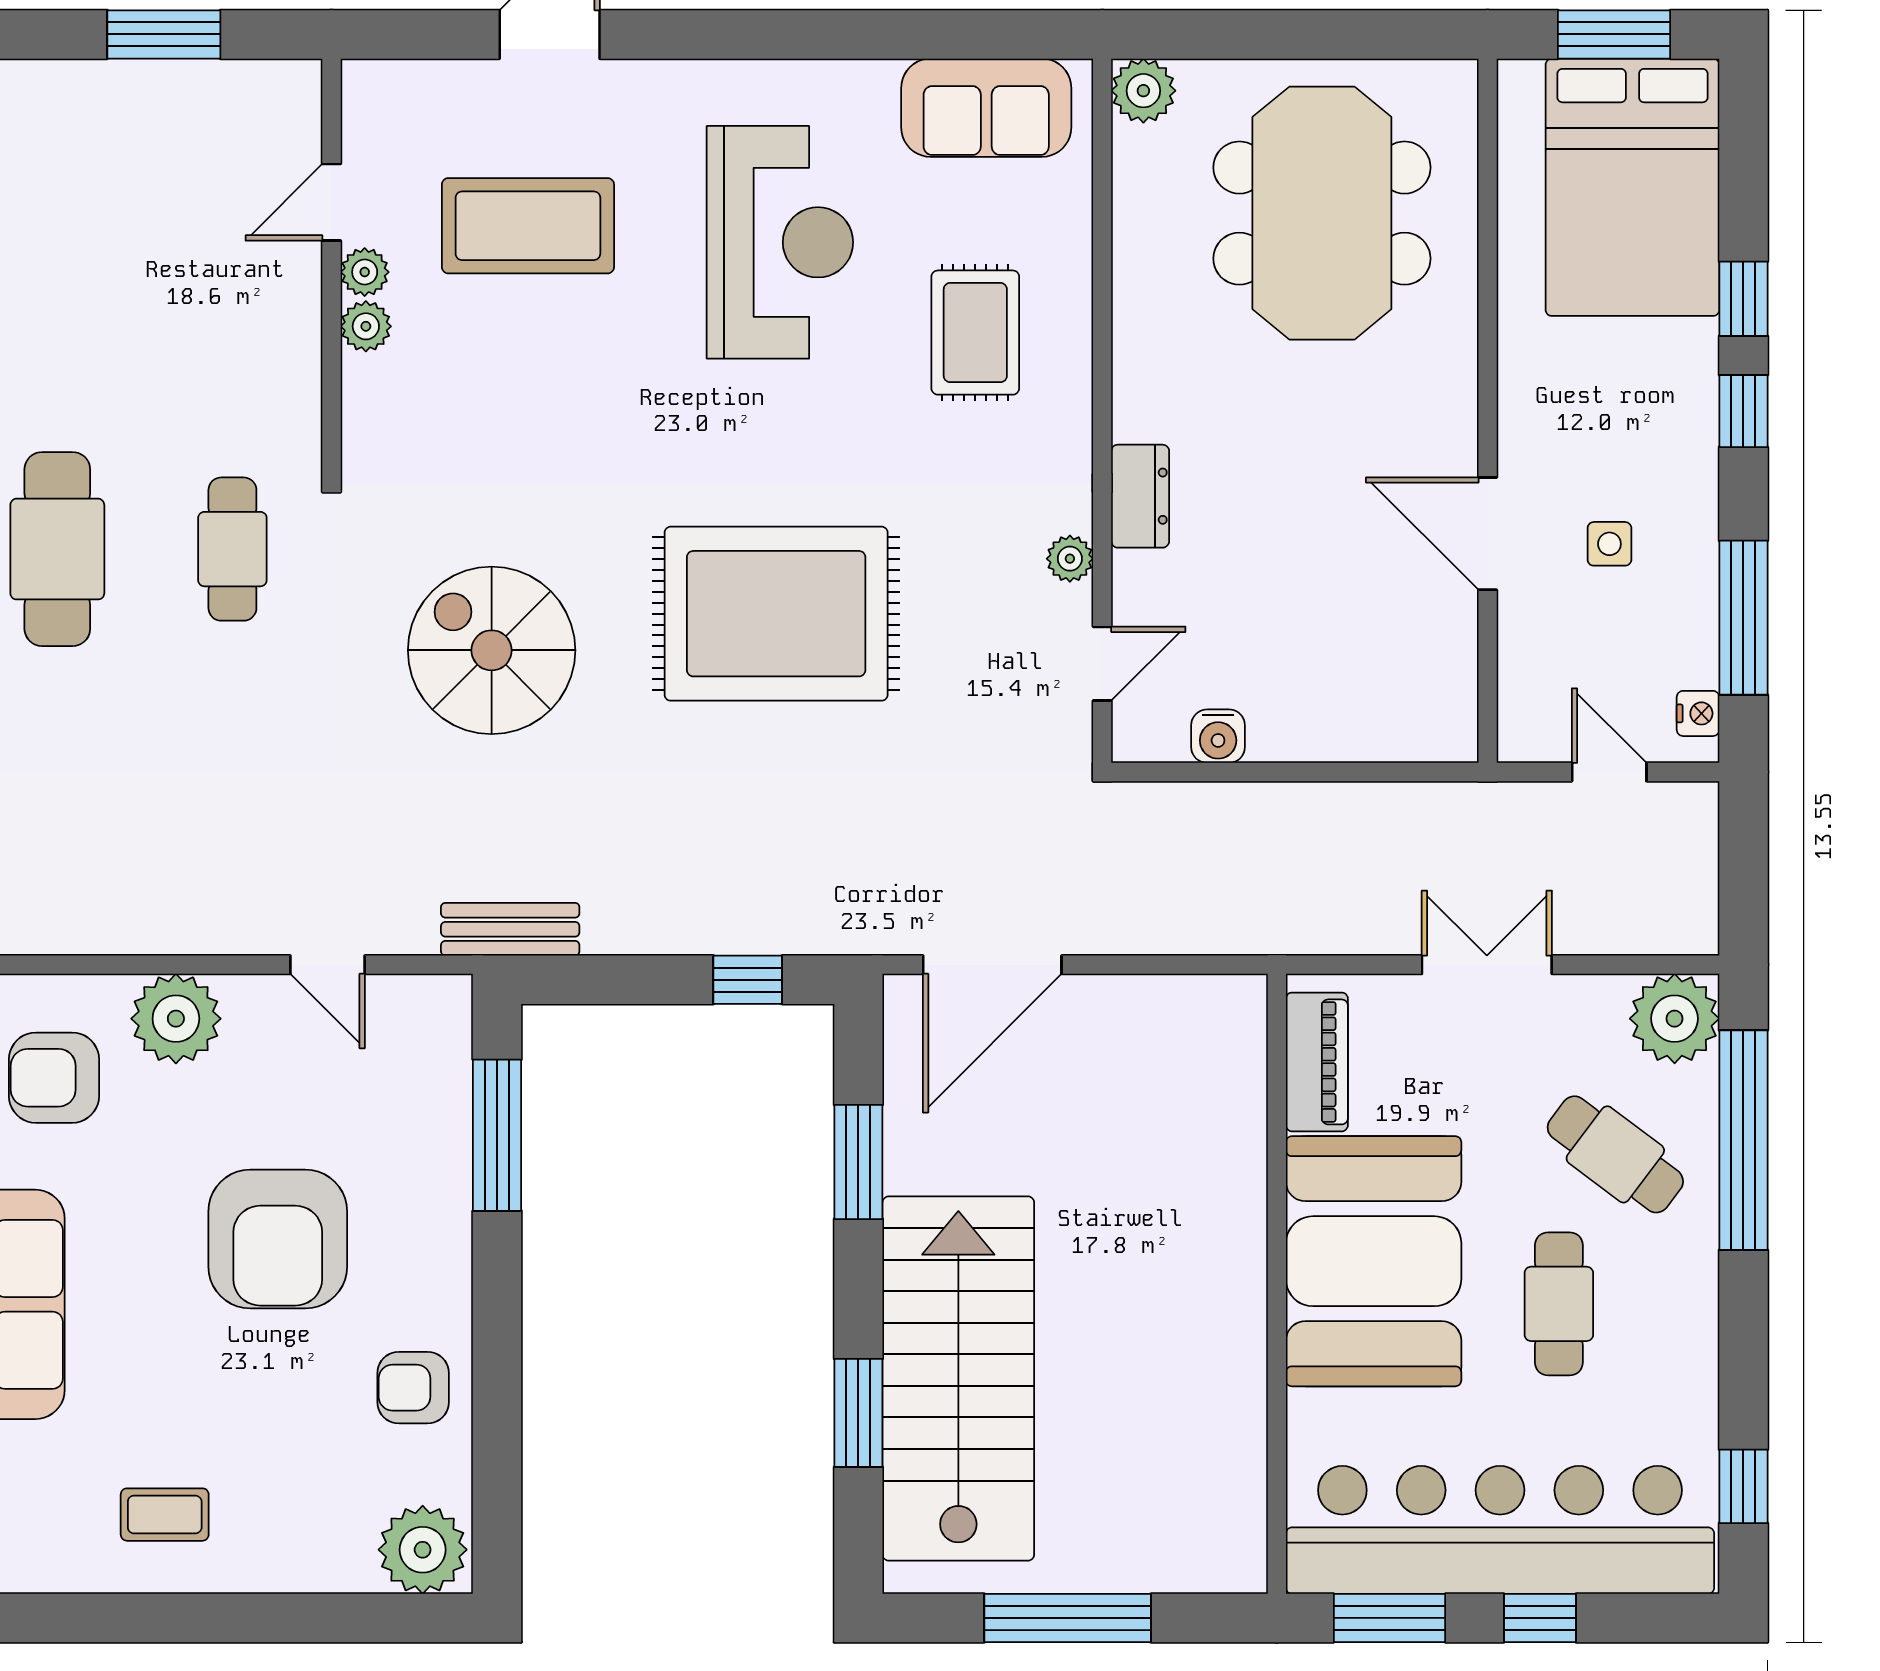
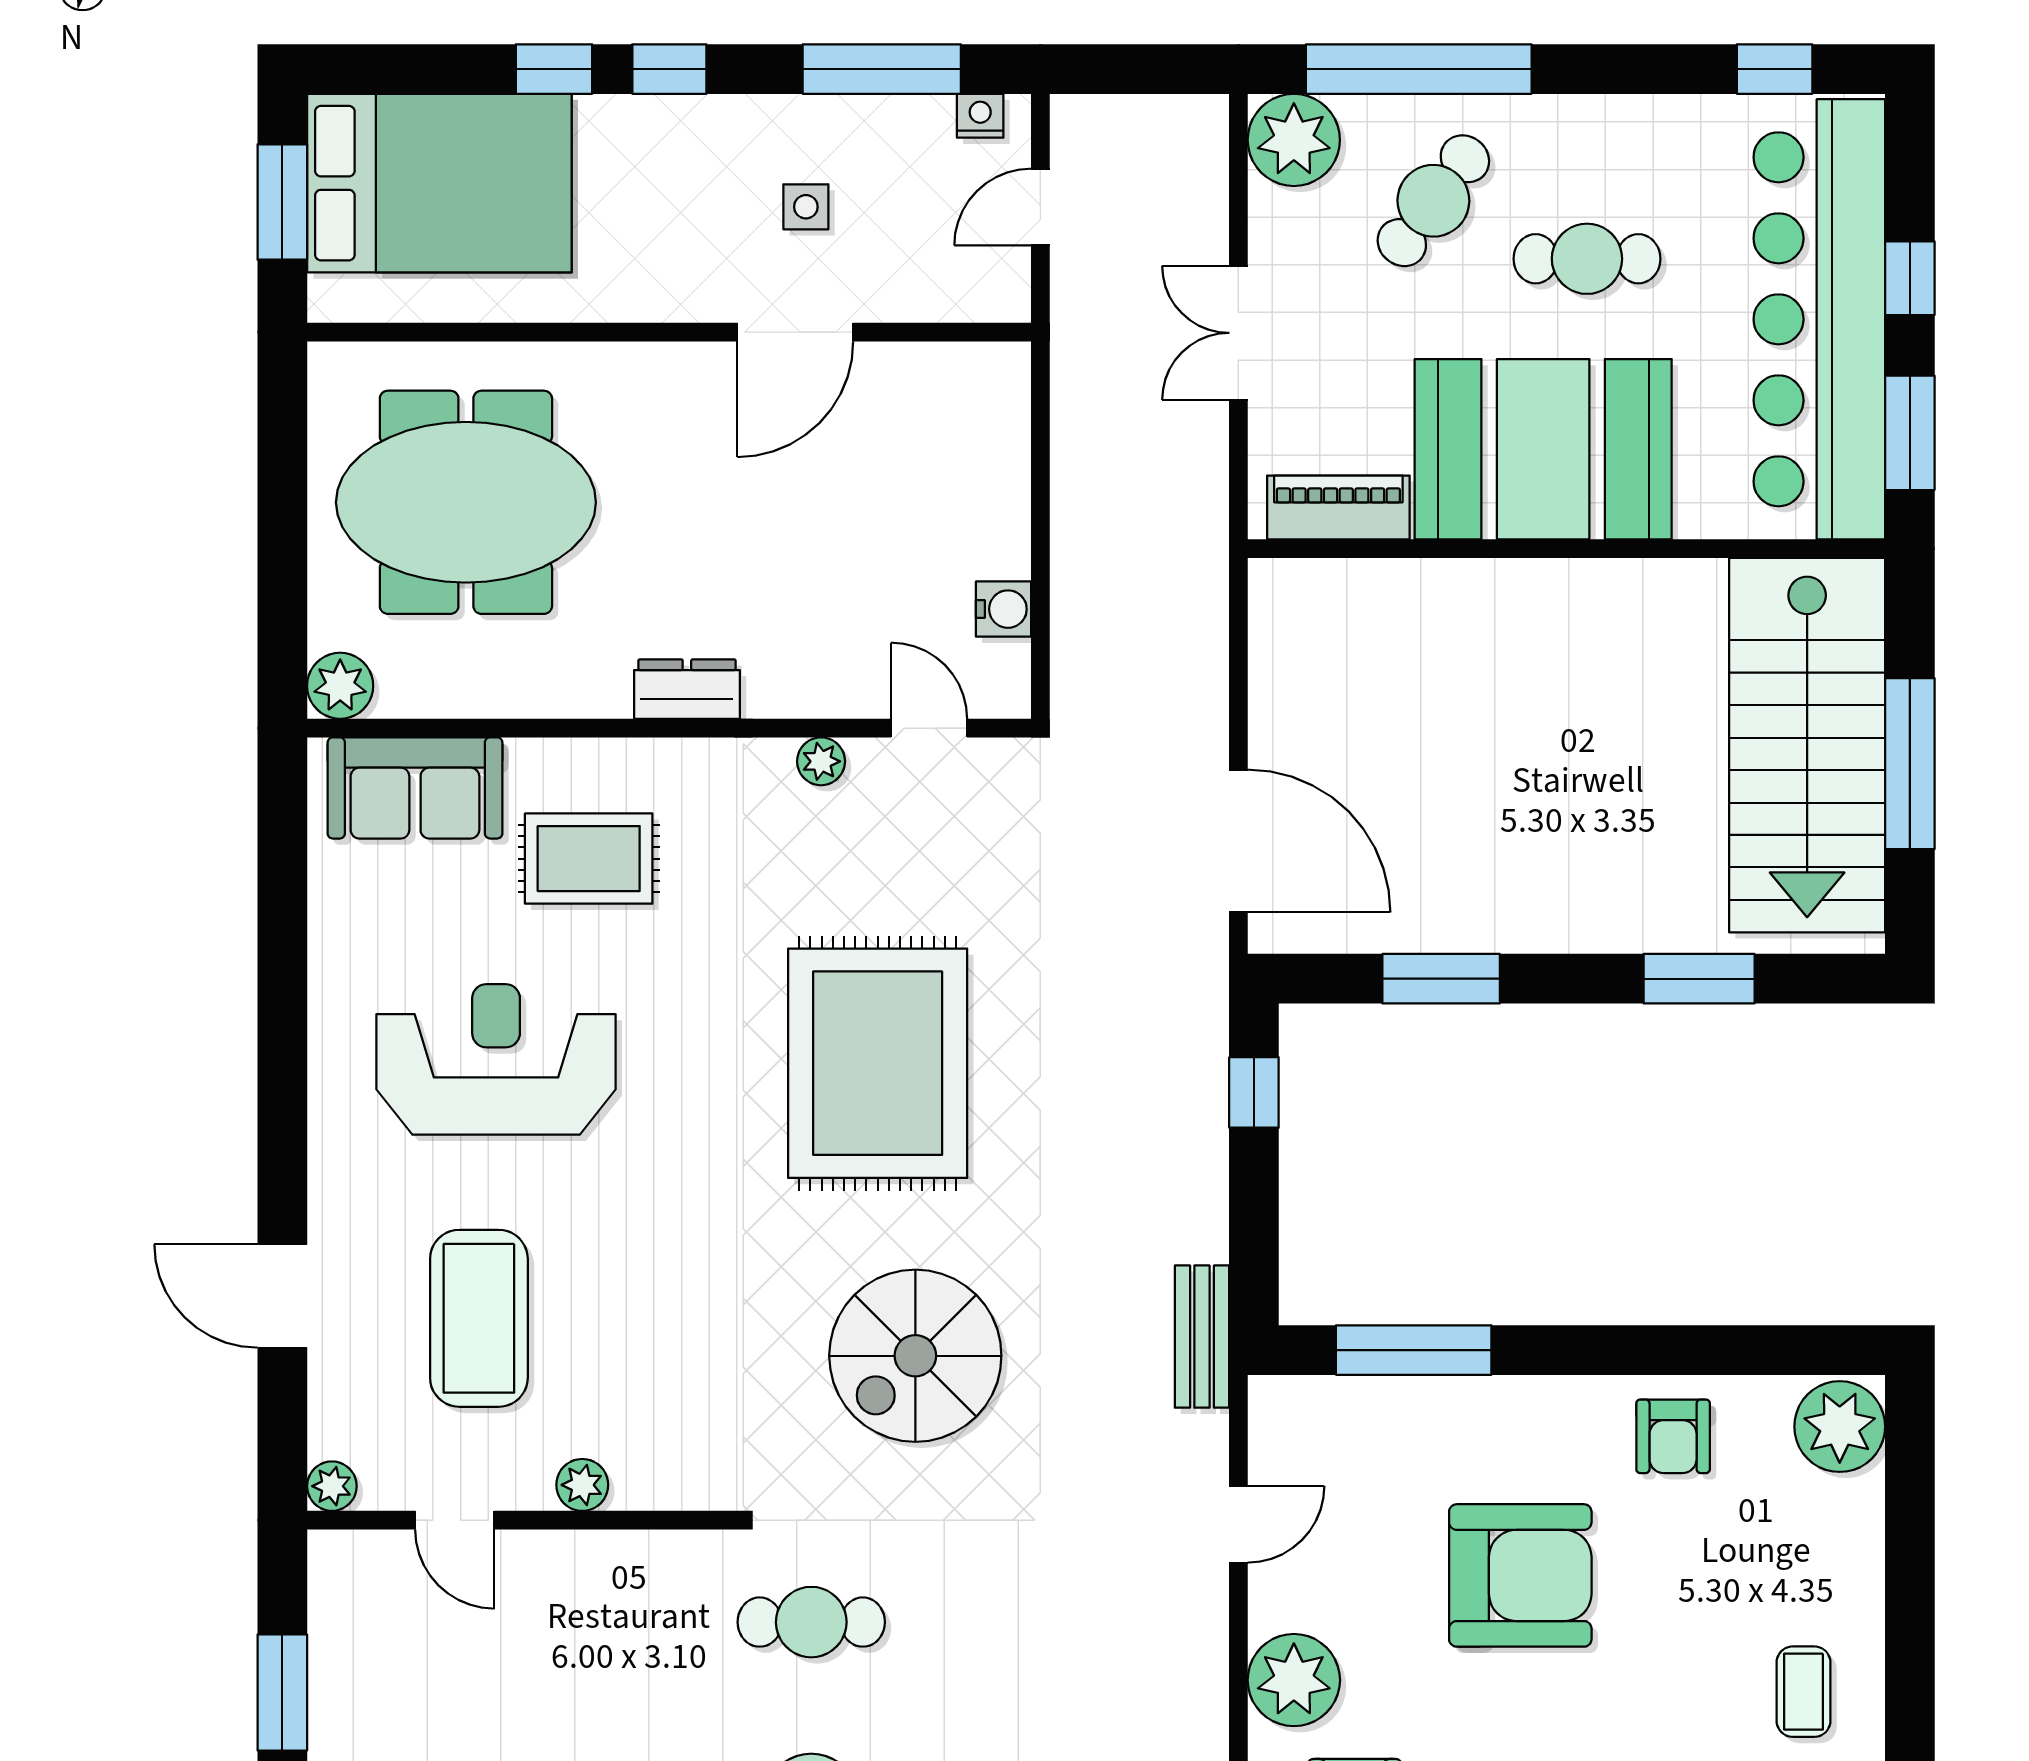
sofa: (986, 108) -> (415, 788), moved, turned 90
plant: (365, 272) -> (332, 1486), moved
dresser: (1140, 496) -> (687, 689), moved
stairs: (958, 1379) -> (1807, 745), moved, turned -90

